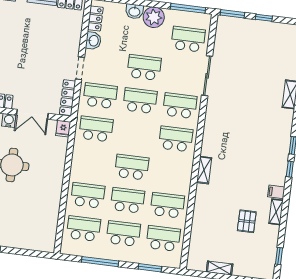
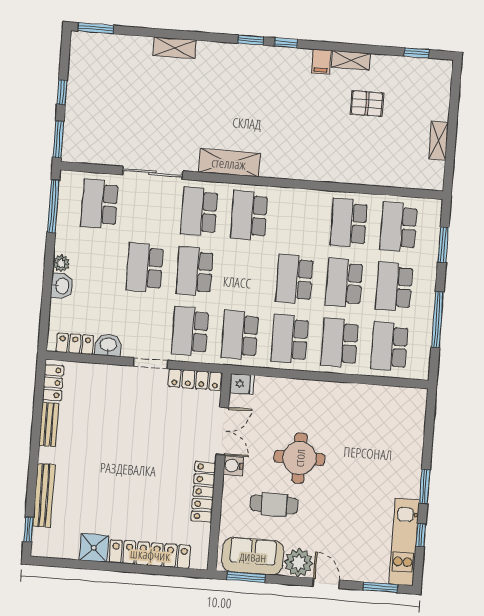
plant: (154, 17) -> (61, 263), width x0.53, depth x0.53
school desk: (92, 162) -> (290, 339), added
shelving: (204, 170) -> (229, 163), moved, width x1.50, depth x1.33

